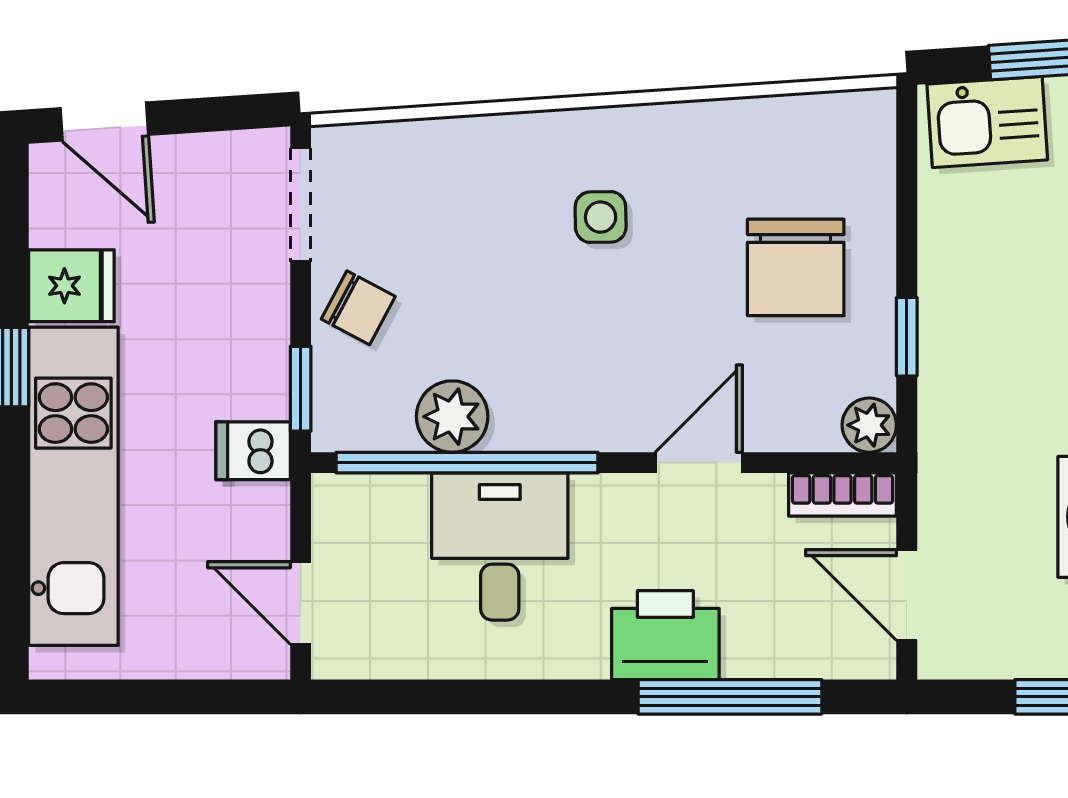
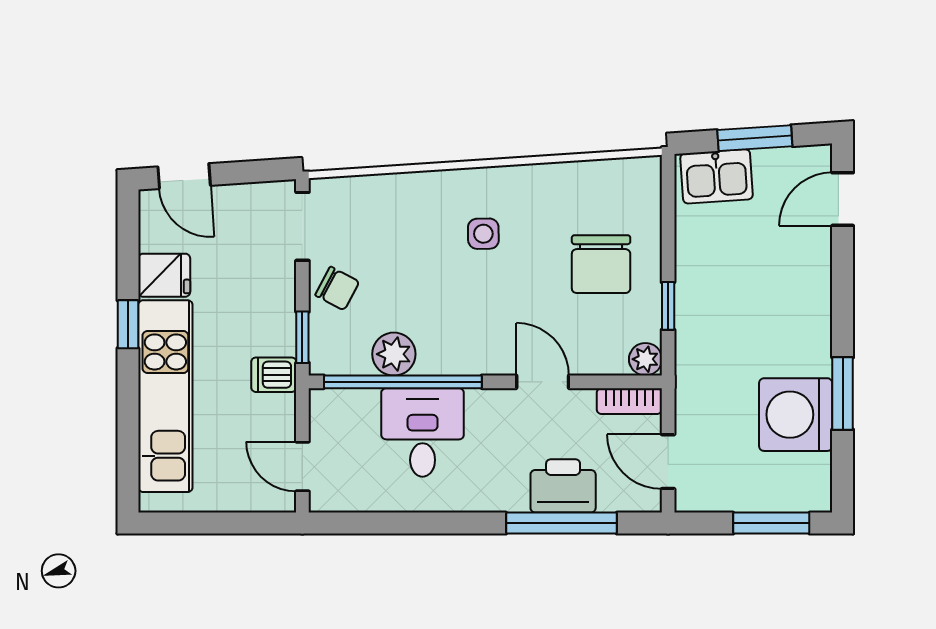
door: (699, 463) -> (543, 382), hinge flipped
printer: (665, 635) -> (563, 486), moved

